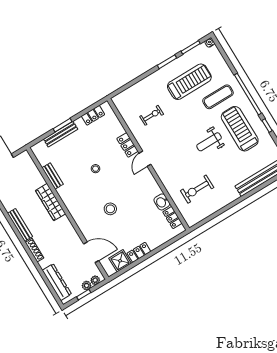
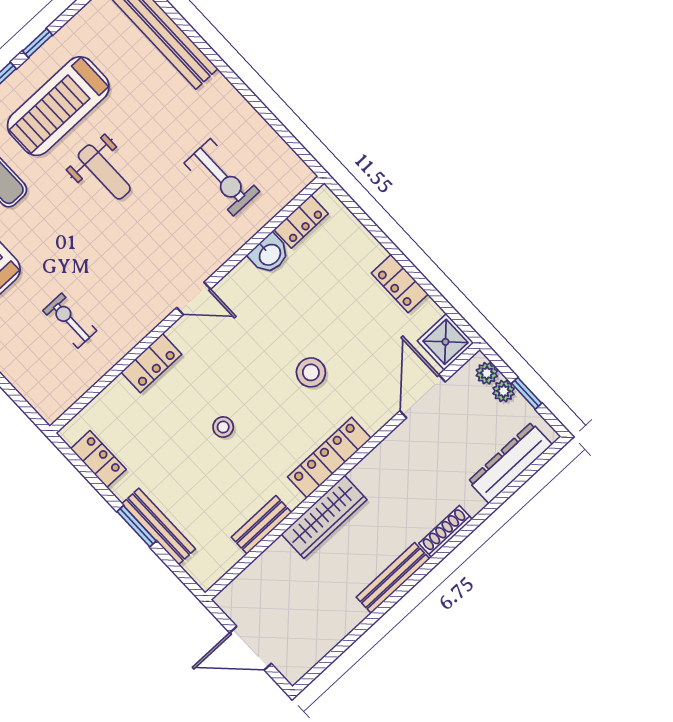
door: (145, 159) -> (194, 298), moved
locker: (74, 209) -> (329, 458), added
shower: (120, 261) -> (445, 342), moved

